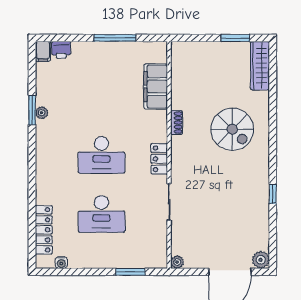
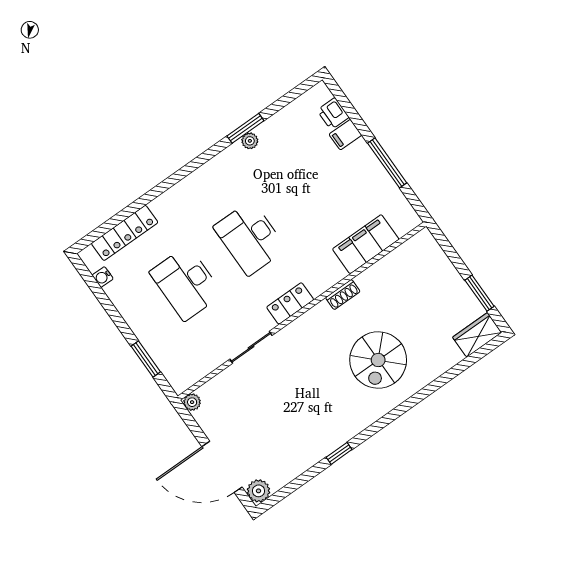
filing cabinet: (43, 51) -> (345, 135), moved
wardrobe: (260, 66) -> (477, 335), width x0.67

